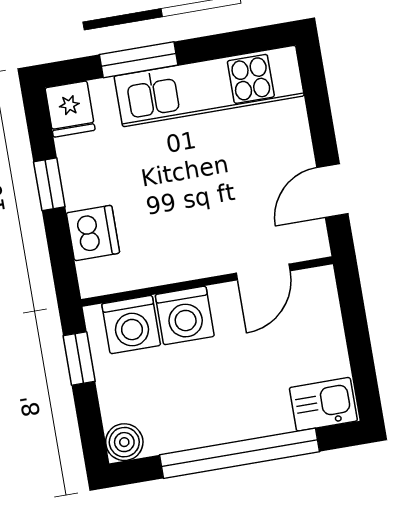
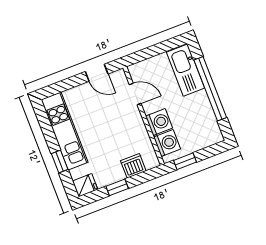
window: (139, 60) -> (60, 162), width x0.67
kitchen sink: (323, 404) -> (186, 70), width x1.88, depth x1.24
boiler: (124, 442) -> (215, 136), removed

